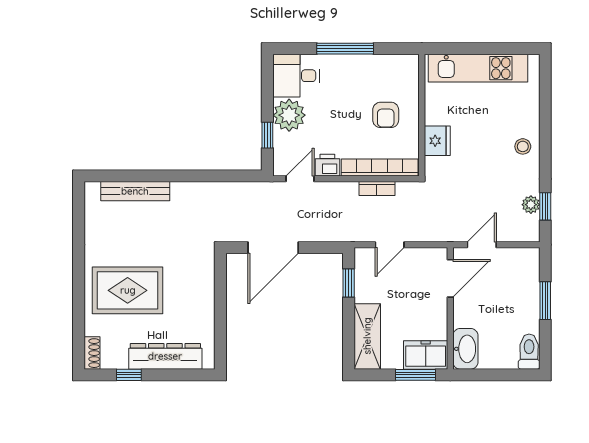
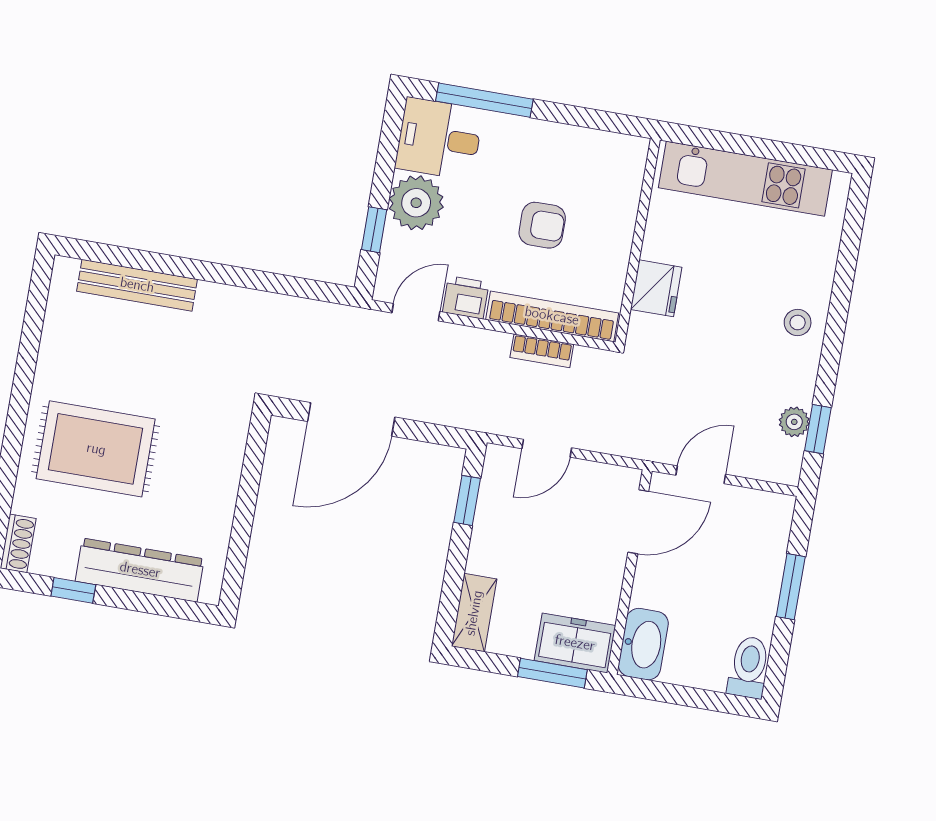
window: (345, 49) -> (484, 100), moved
armchair: (386, 115) -> (542, 225), moved, turned -90
shelving: (367, 336) -> (474, 613), width x0.67, depth x0.75

